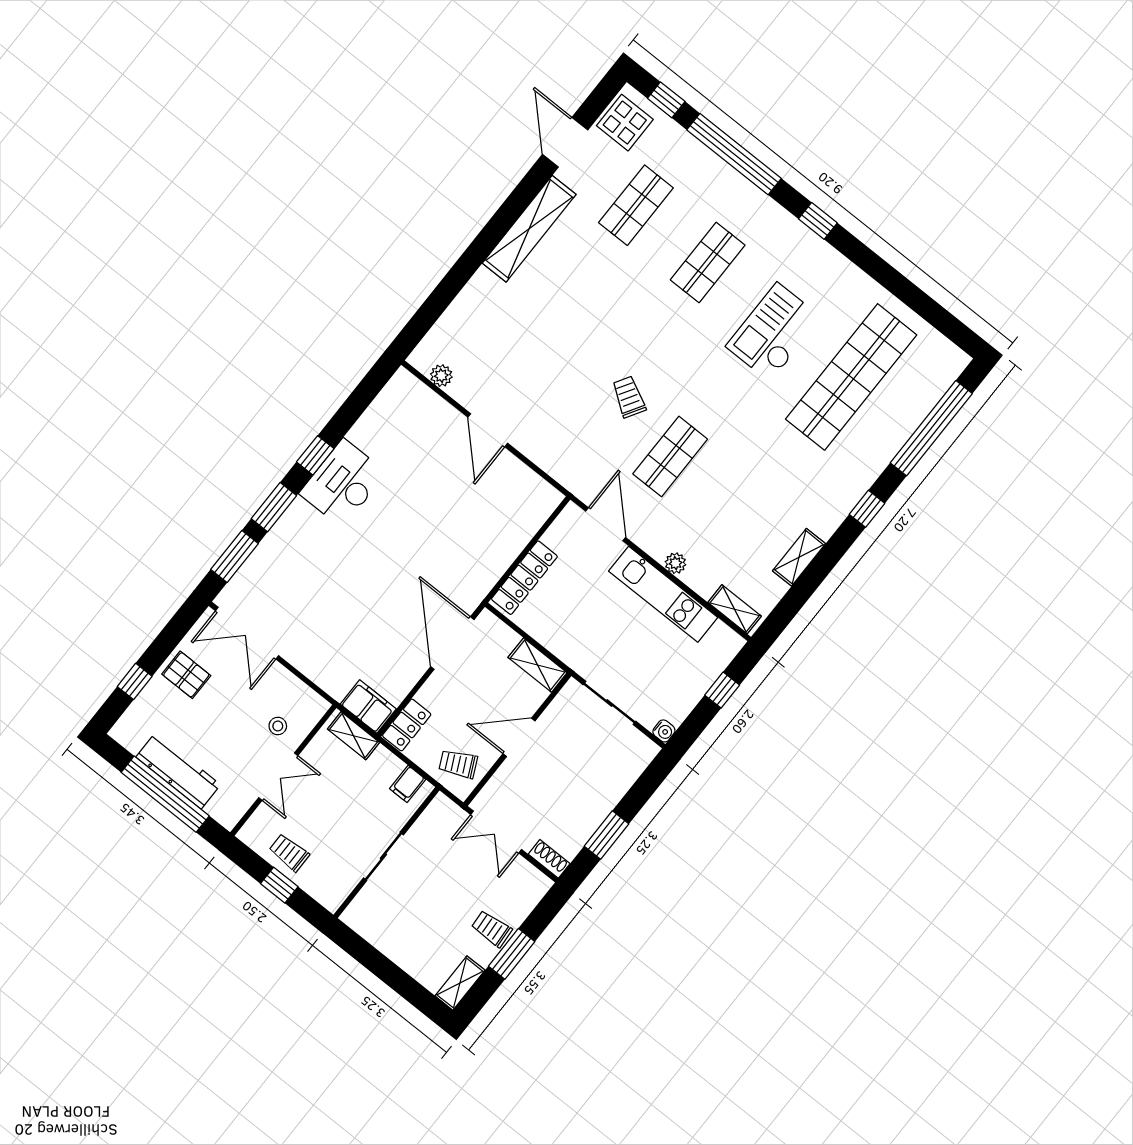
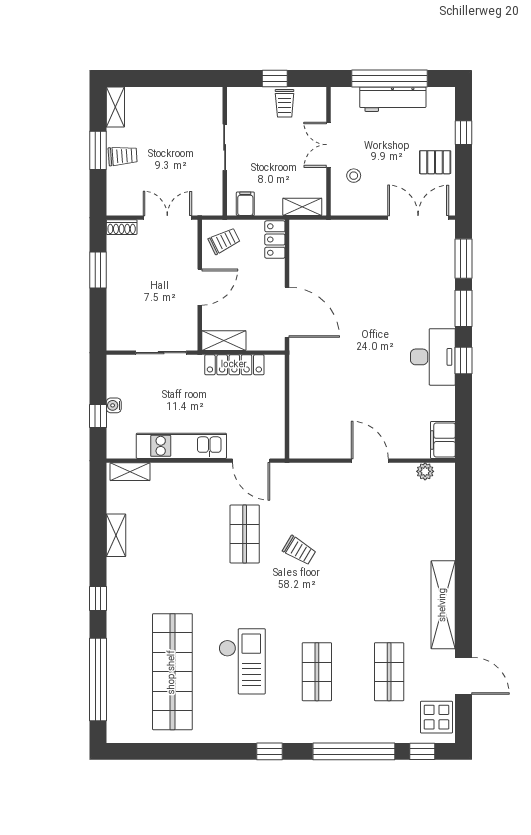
plant: (675, 563) -> (189, 471), removed
locker: (524, 578) -> (234, 365), moved, turned -90
filing cabinet: (368, 706) -> (443, 440), moved, turned 90
water cooler: (664, 731) -> (114, 405), moved
trolley: (289, 853) -> (285, 103), turned 90

